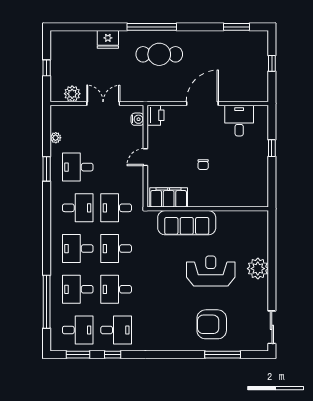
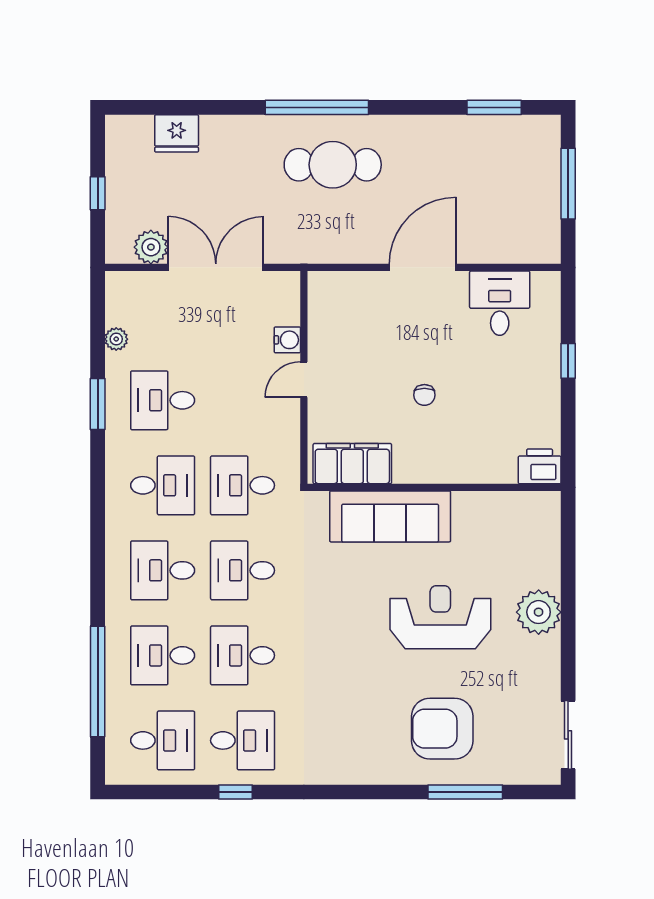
fridge: (108, 39) -> (177, 133), moved
window: (272, 63) -> (568, 184), width x2.17
double door: (103, 103) -> (216, 267), width x1.37
printer: (155, 115) -> (540, 466), moved, turned -90
water cooler: (137, 119) -> (287, 340), moved
window: (78, 355) -> (163, 792), removed

